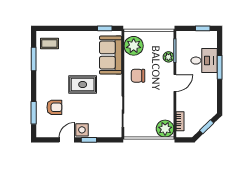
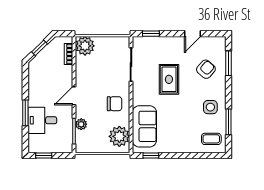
rug: (83, 85) -> (169, 79), moved, turned 90
armchair: (54, 107) -> (206, 69), turned 131
side table: (82, 130) -> (210, 107), moved
window: (89, 140) -> (151, 34), moved

